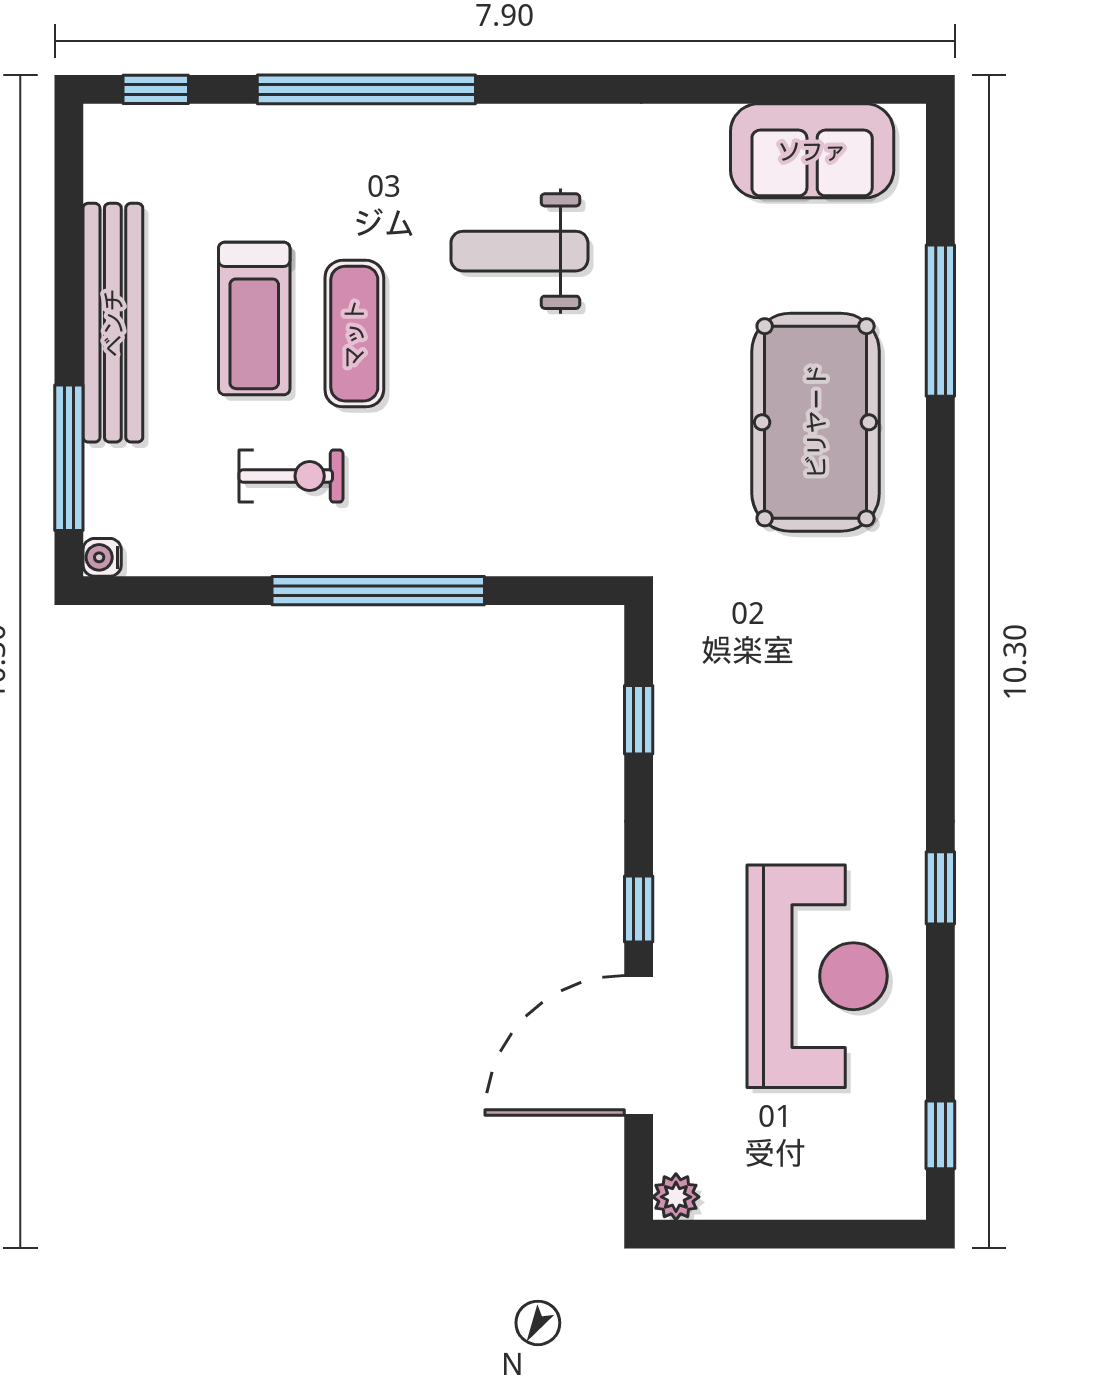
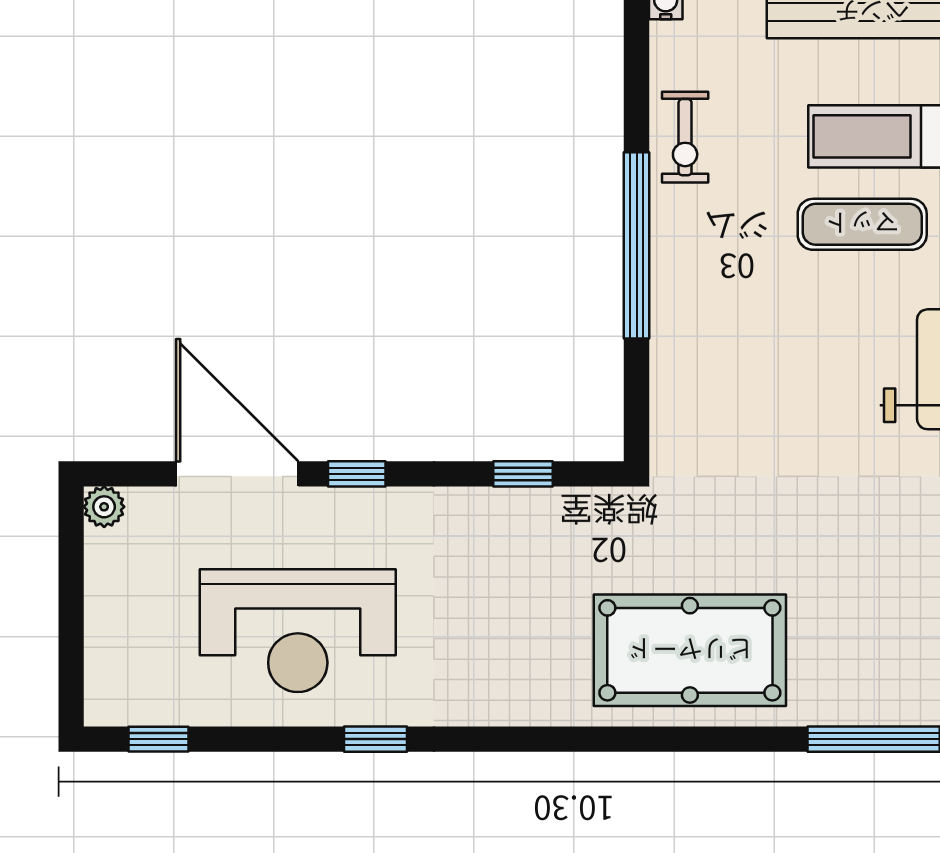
pool table: (816, 422) -> (690, 650), moved
exercise bike: (291, 476) -> (685, 137), moved

